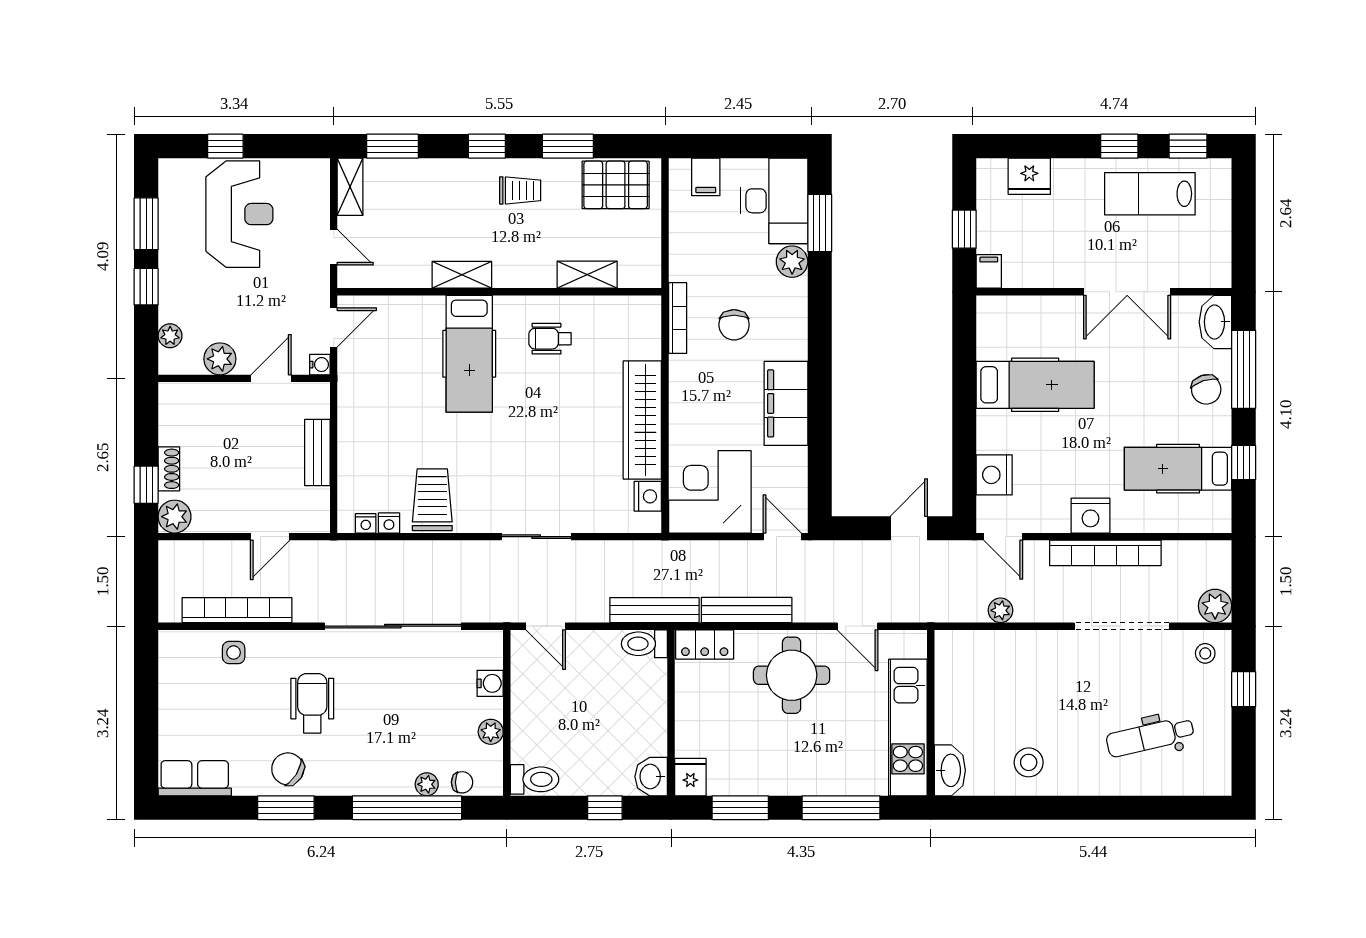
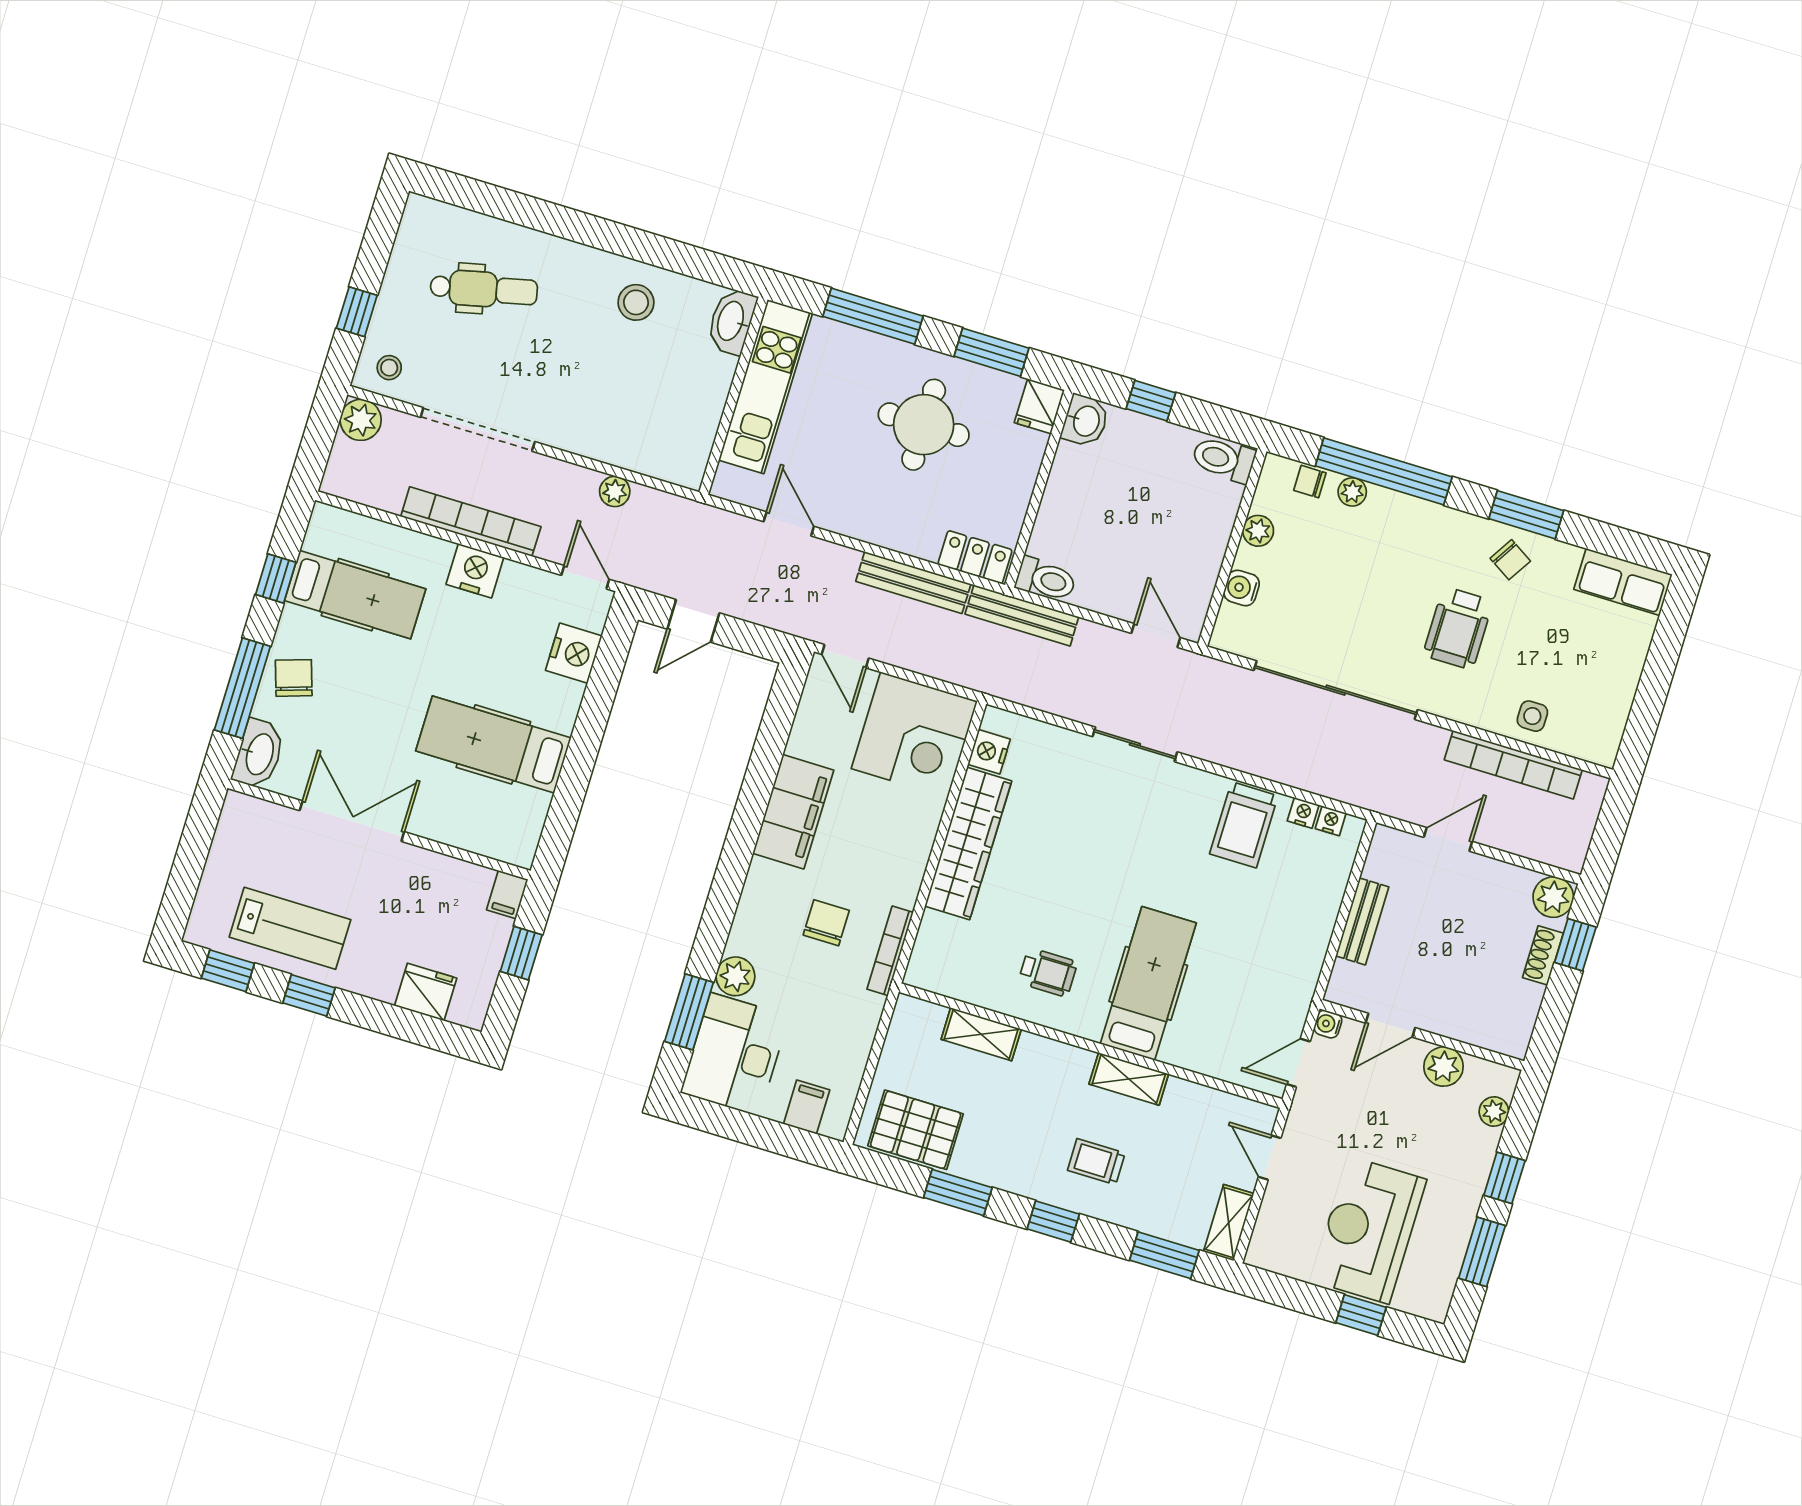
trolley: (520, 190) -> (1096, 1162), moved
round table: (792, 675) -> (924, 425), moved
chair: (288, 769) -> (1510, 560), width x0.73, depth x0.73

